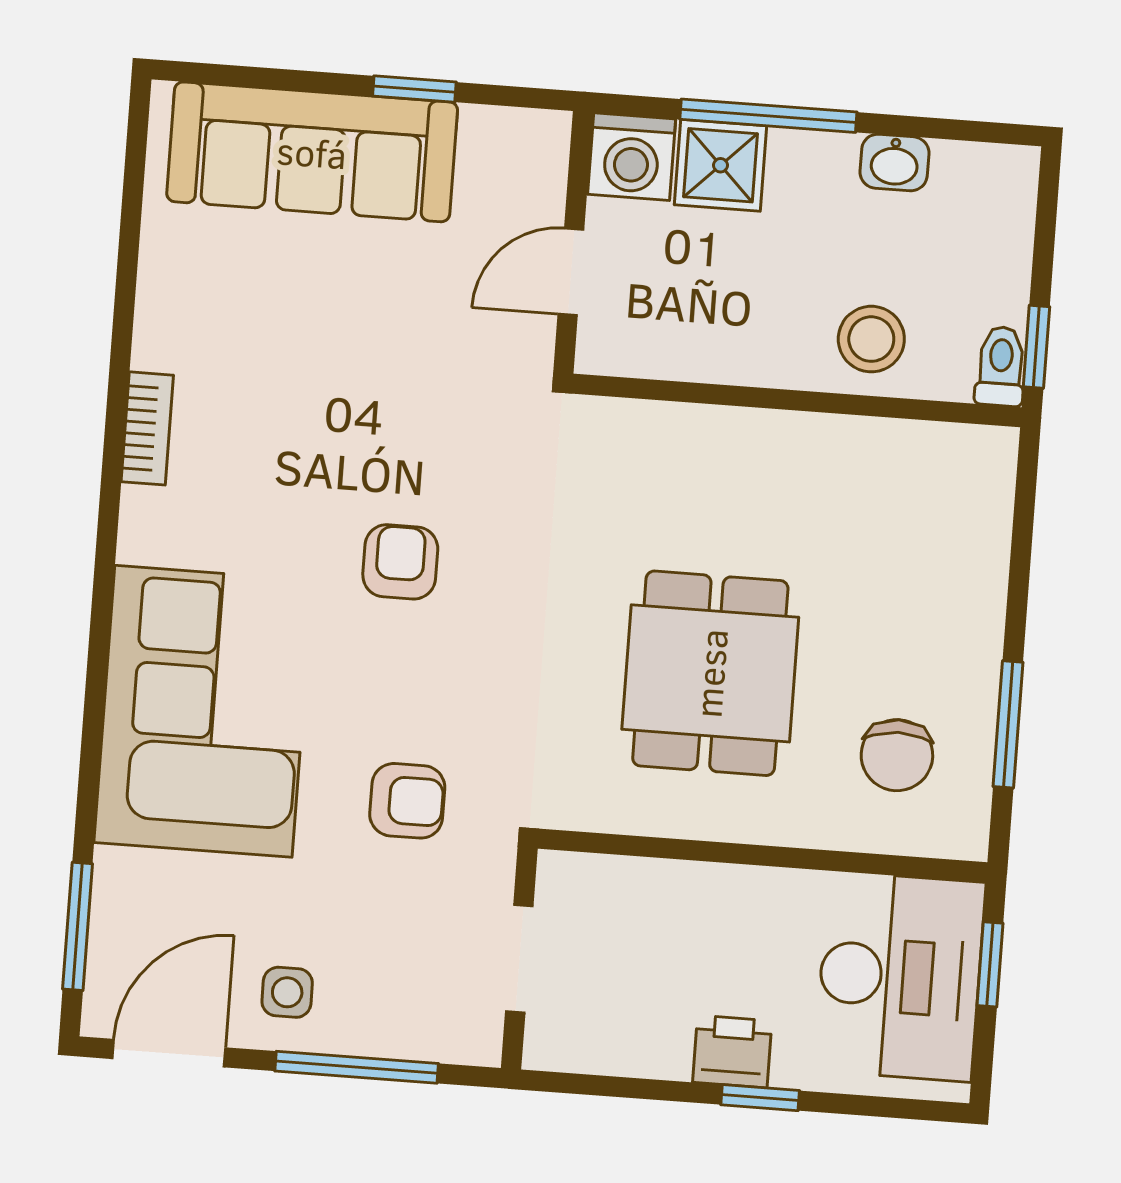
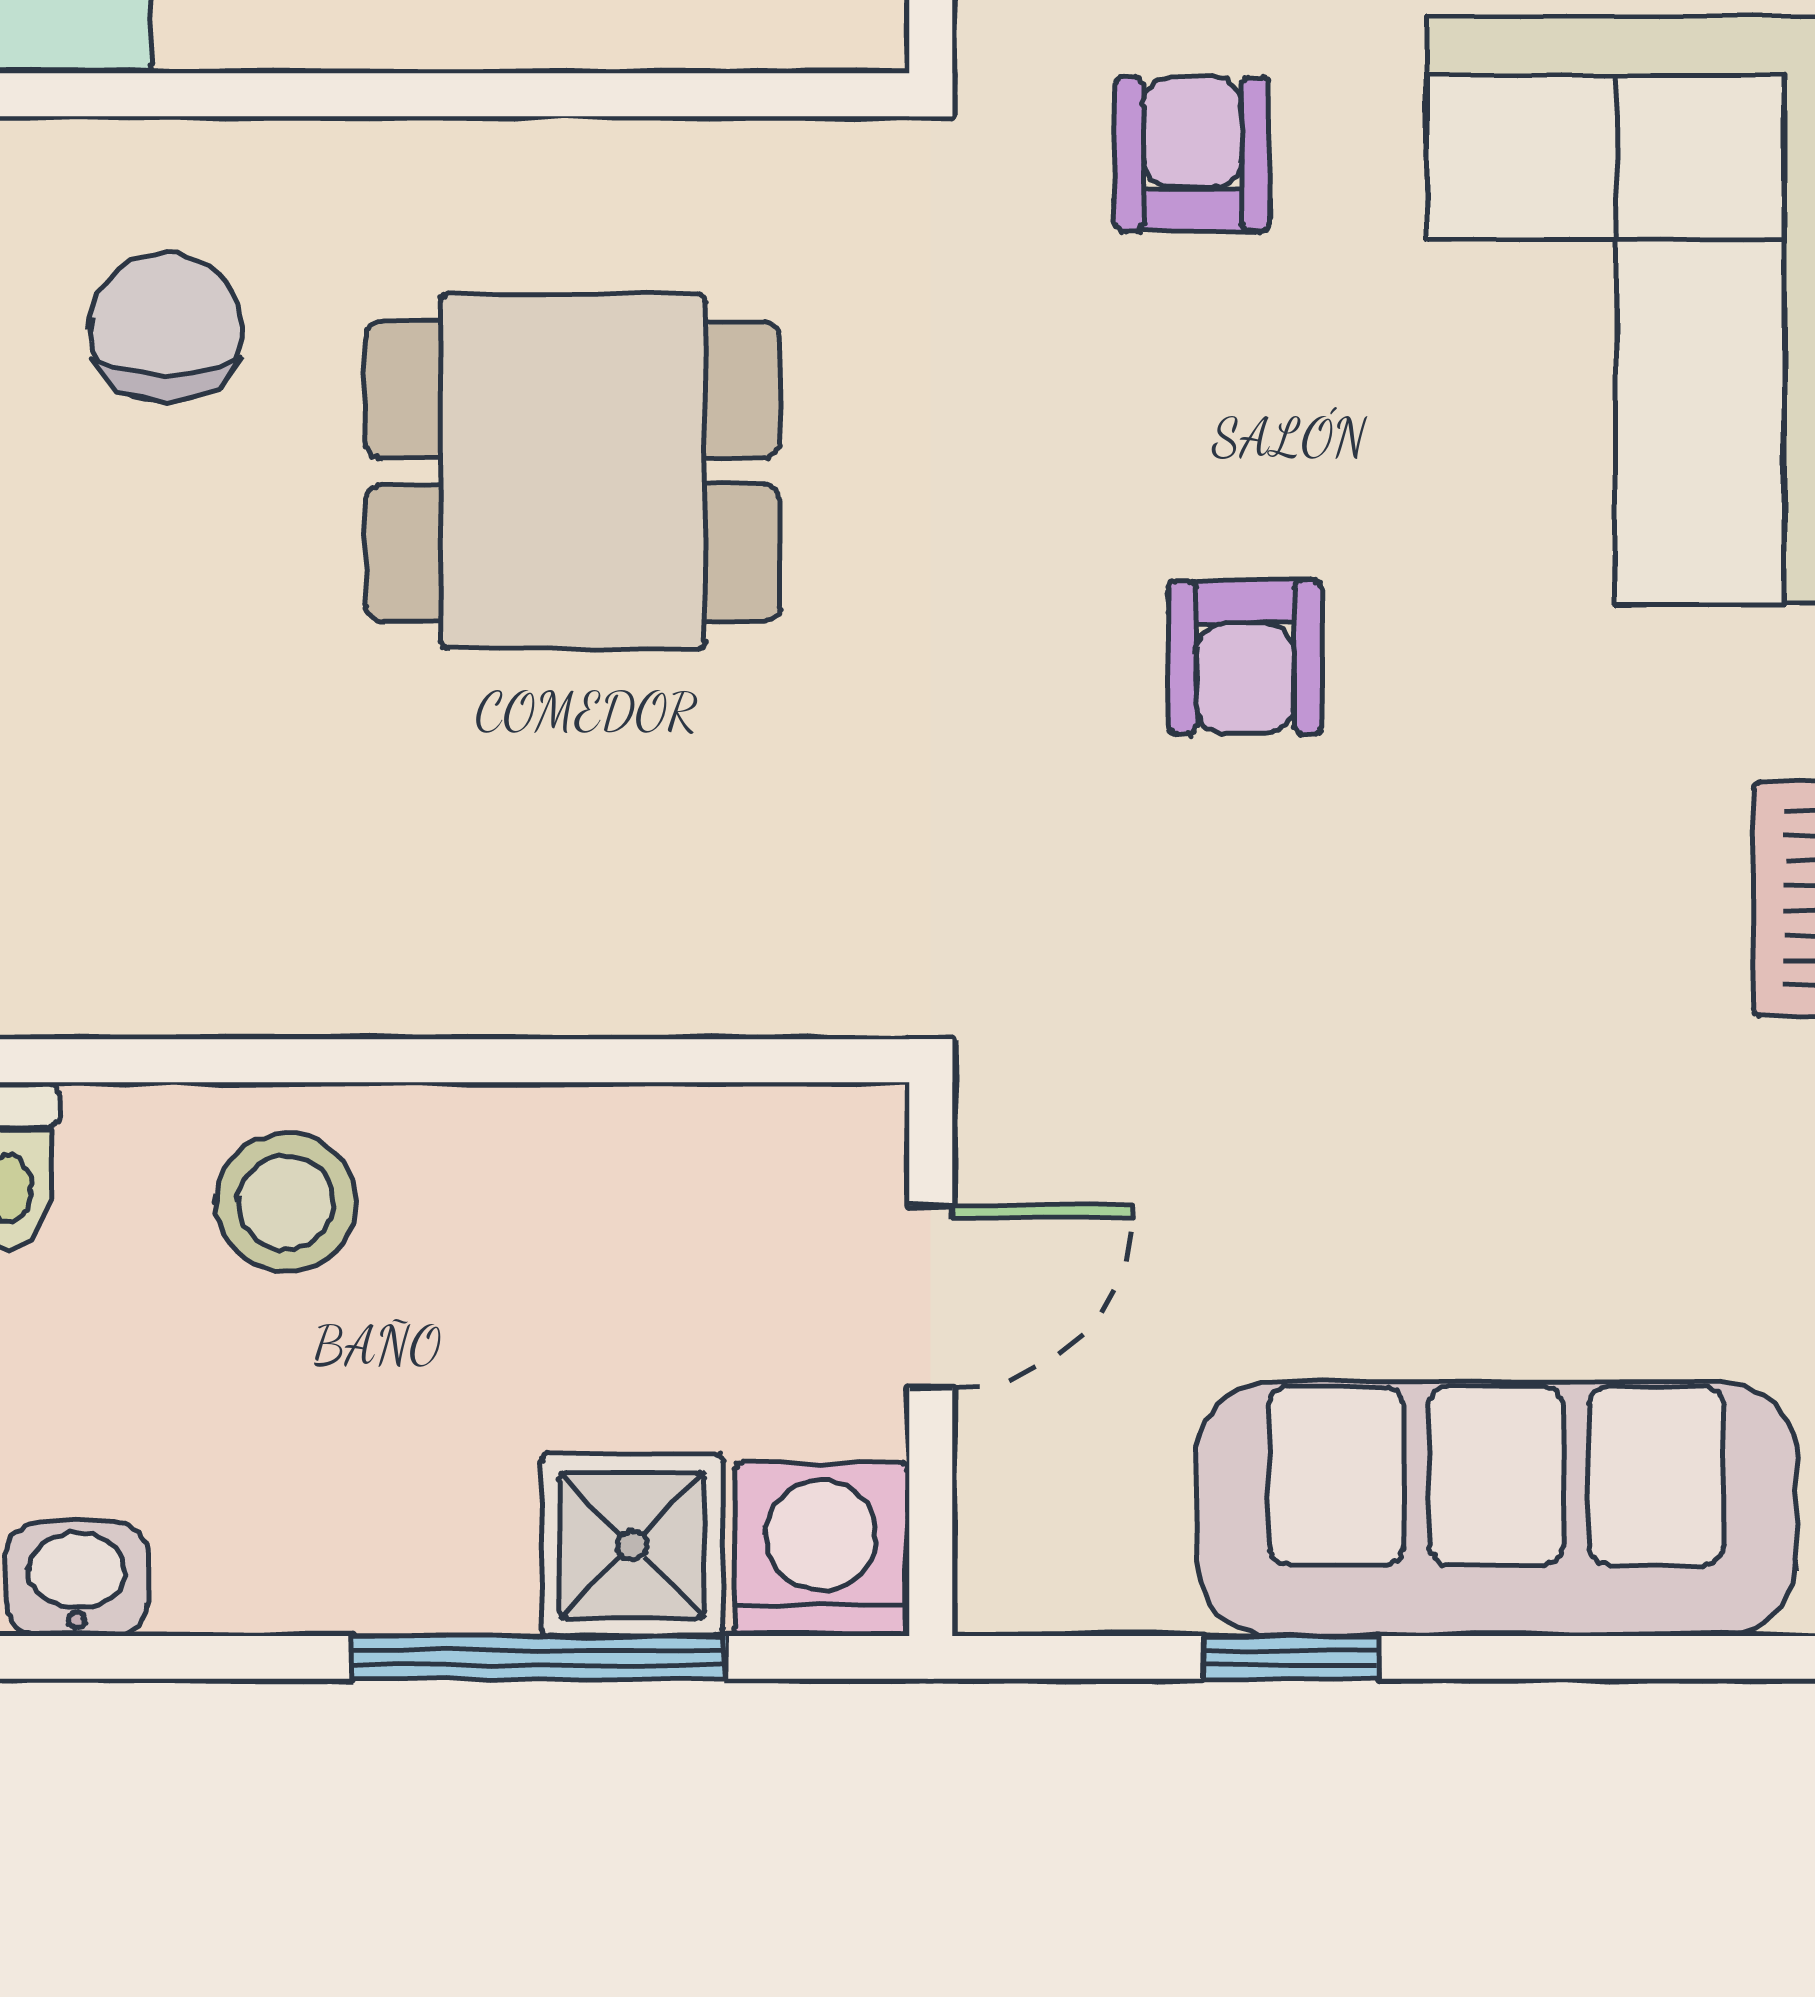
washbasin: (894, 162) -> (77, 1579), moved
dining table: (710, 673) -> (573, 471), turned 90
armchair: (407, 801) -> (1192, 154), turned 90

